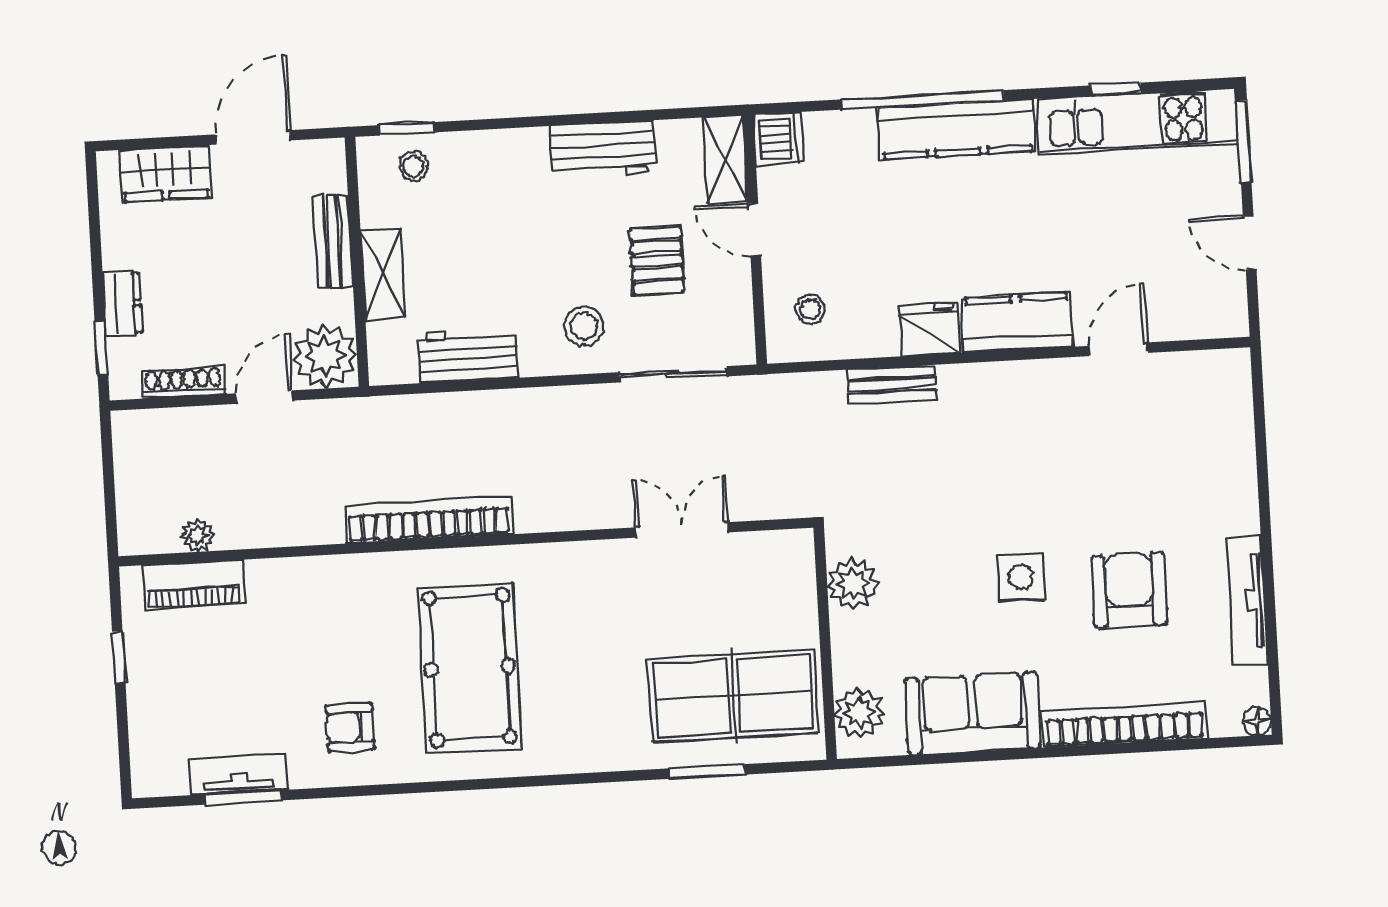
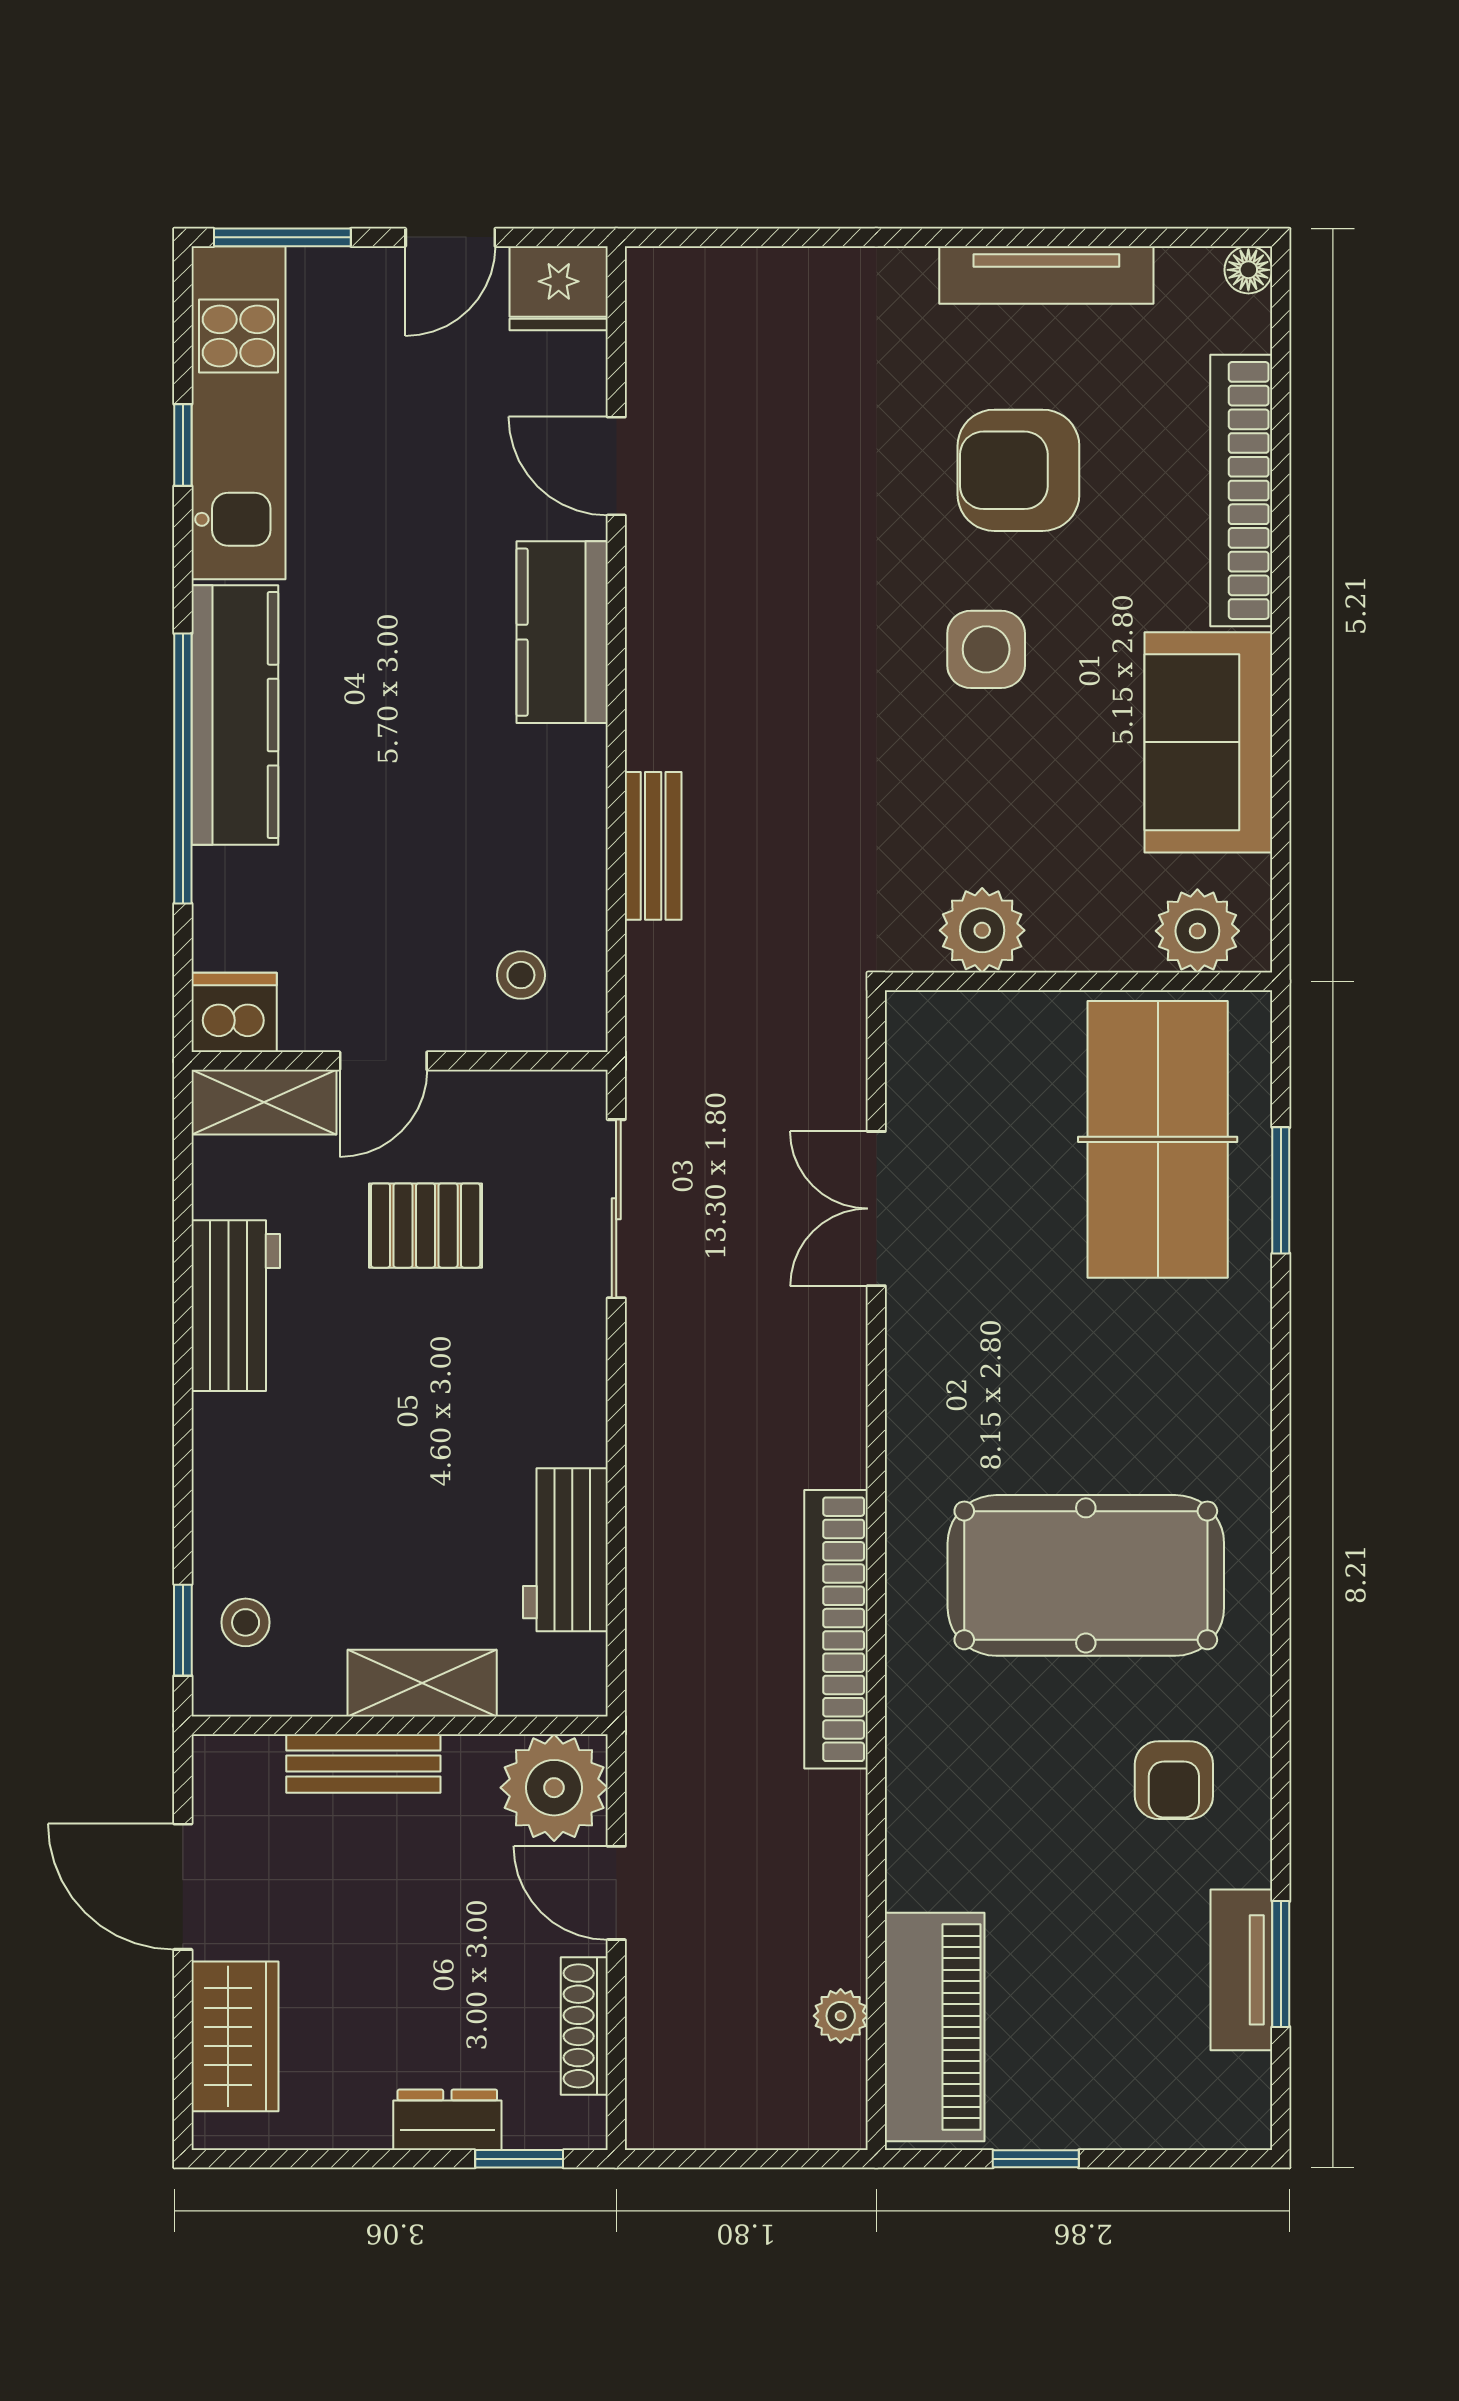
stool: (584, 326) -> (528, 1353), removed
fridge: (930, 329) -> (559, 288), moved, turned -90
piano: (194, 585) -> (935, 2027), width x1.37, depth x1.33

